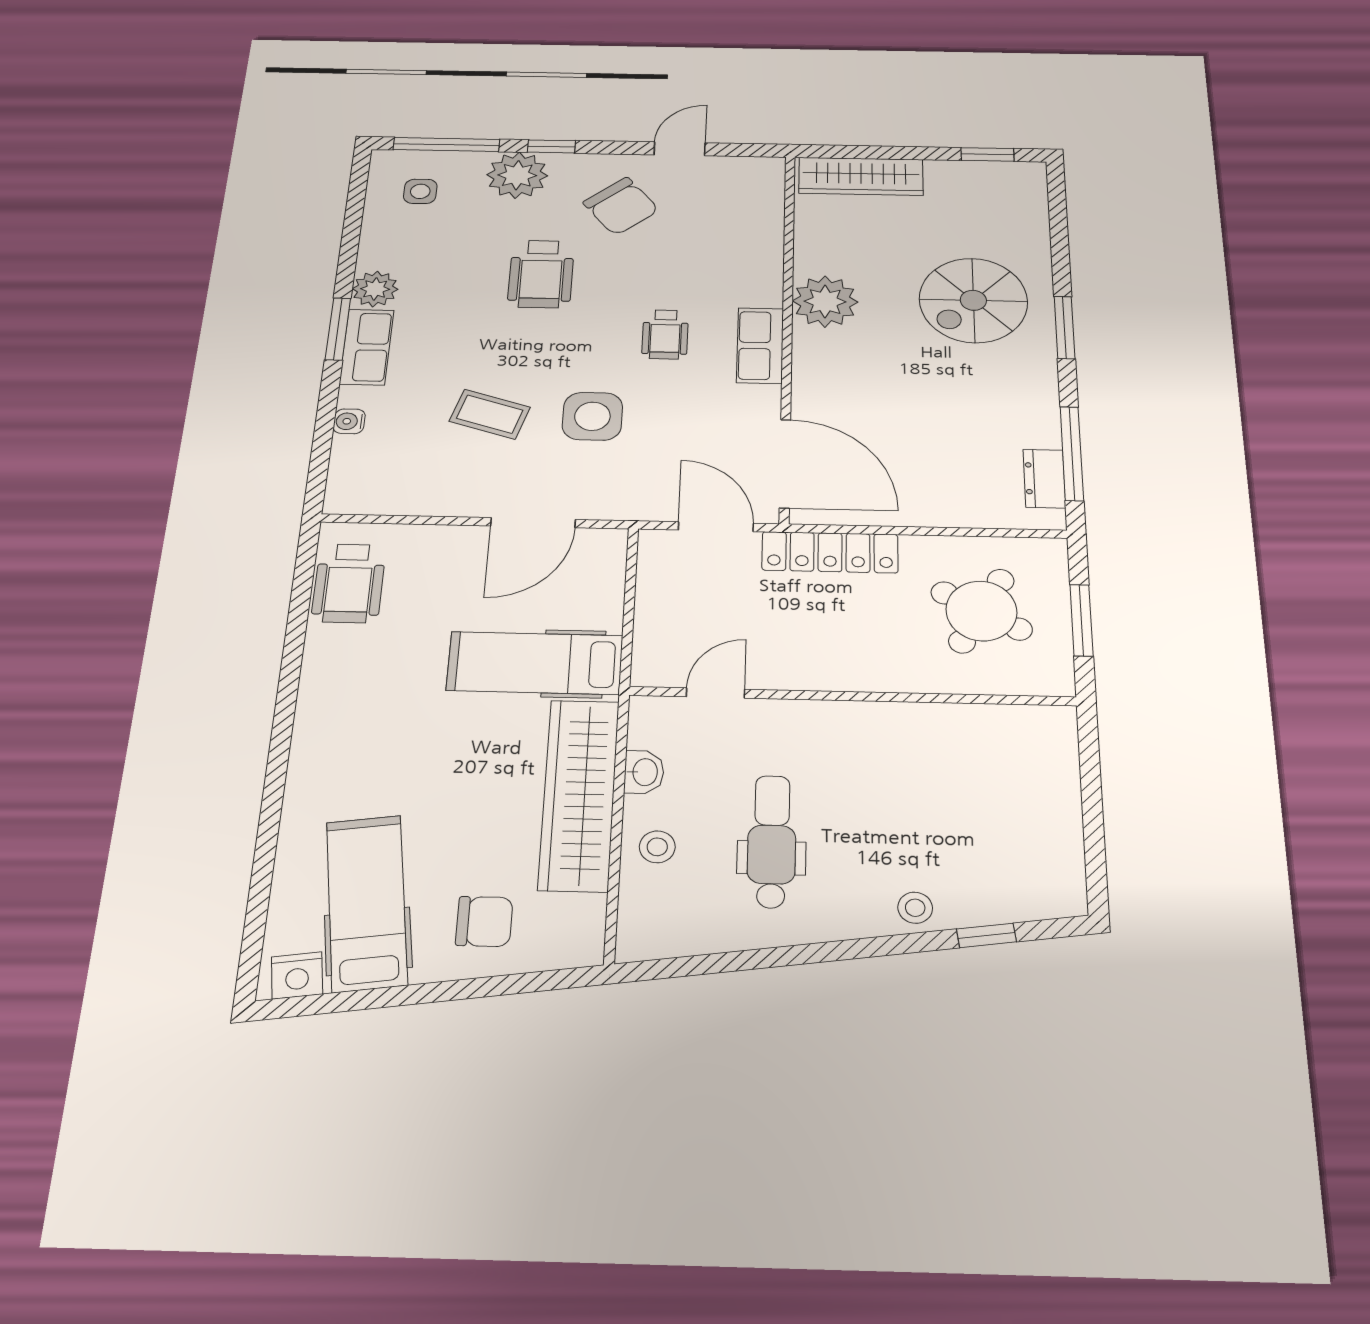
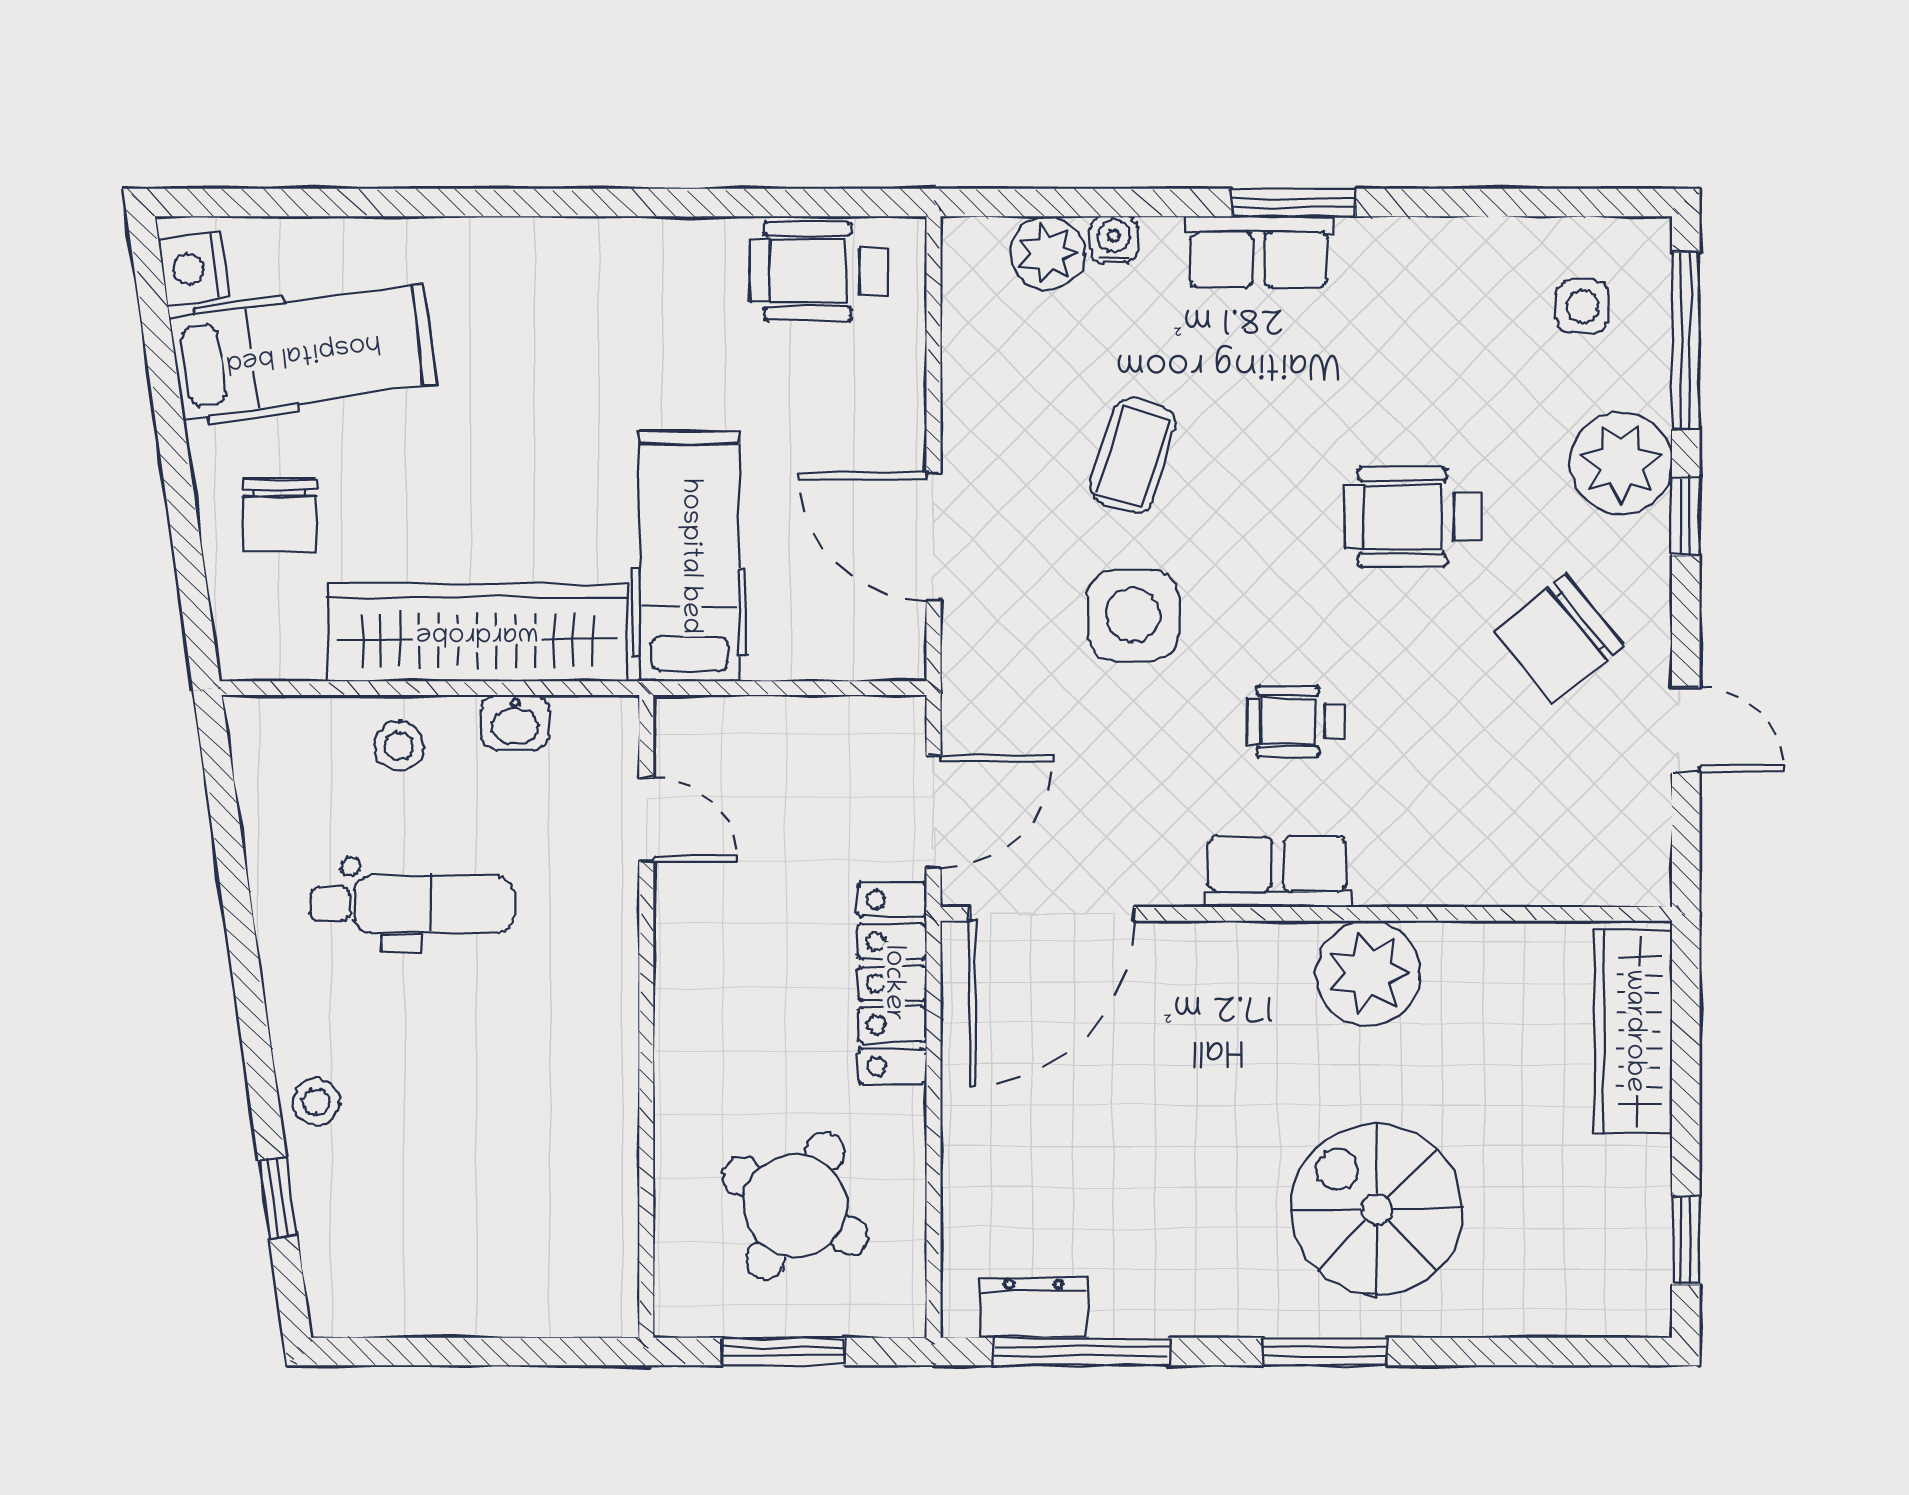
plant: (375, 289) -> (1048, 253), moved

